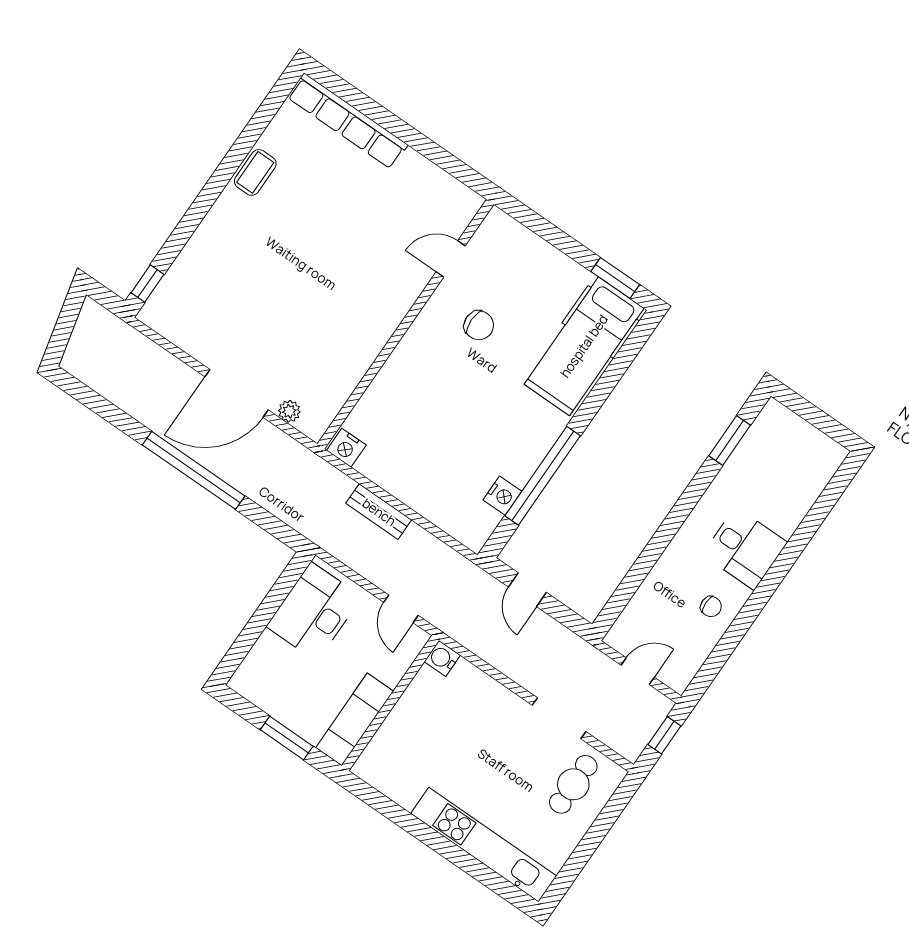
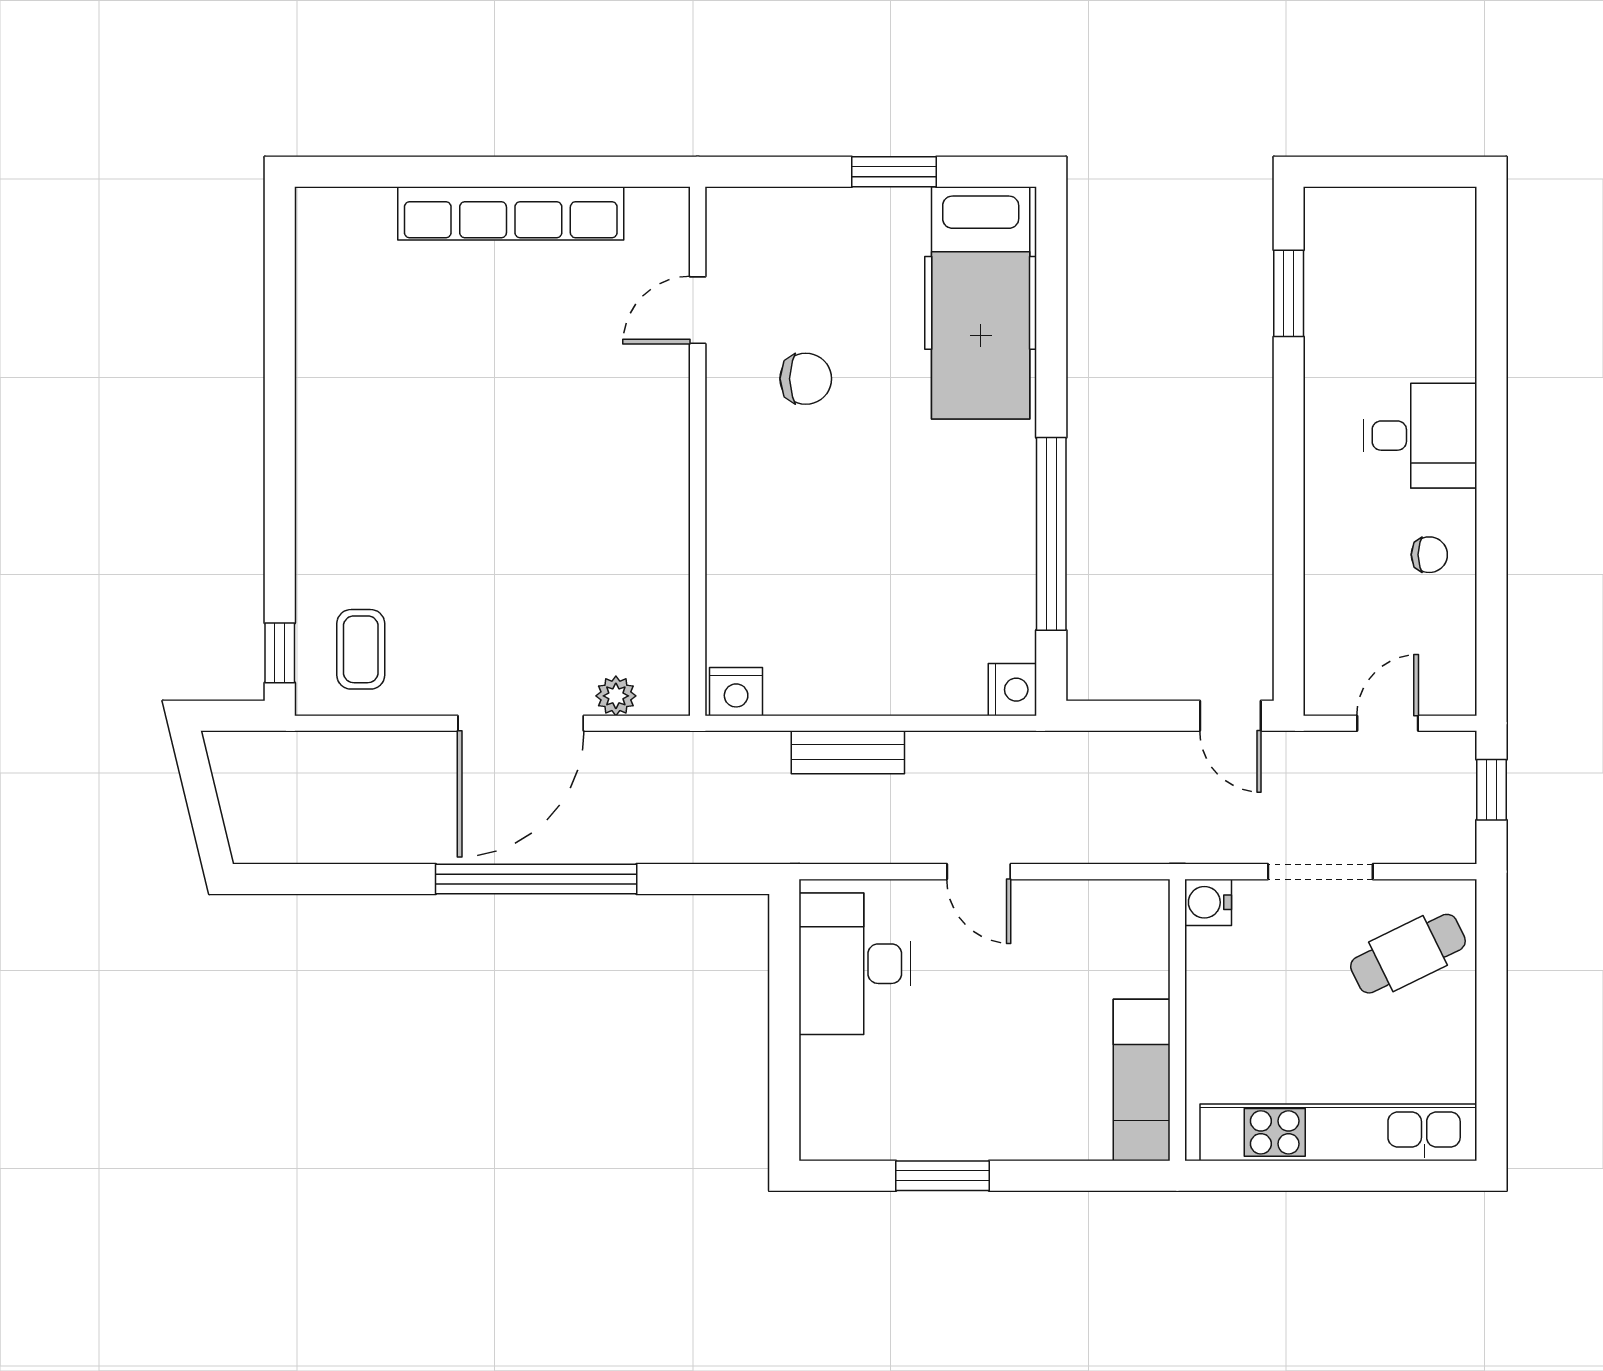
row of seats: (347, 121) -> (511, 213), moved
coffee table: (255, 172) -> (361, 649), moved
window: (615, 278) -> (894, 172), moved
nightstand: (502, 496) -> (1012, 690), moved
door: (527, 590) -> (1230, 716), moved
water cooler: (442, 658) -> (1208, 902), moved
wall: (390, 703) -> (1177, 1020), moved
exam couch: (355, 719) -> (1142, 1080), moved
cafe table: (573, 784) -> (1408, 954), turned 64

